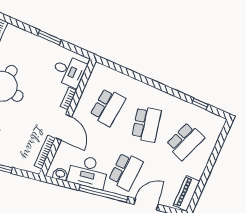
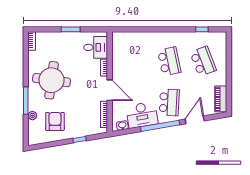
school desk: (108, 107) -> (135, 61), removed
school desk: (185, 141) -> (203, 61), turned -42

